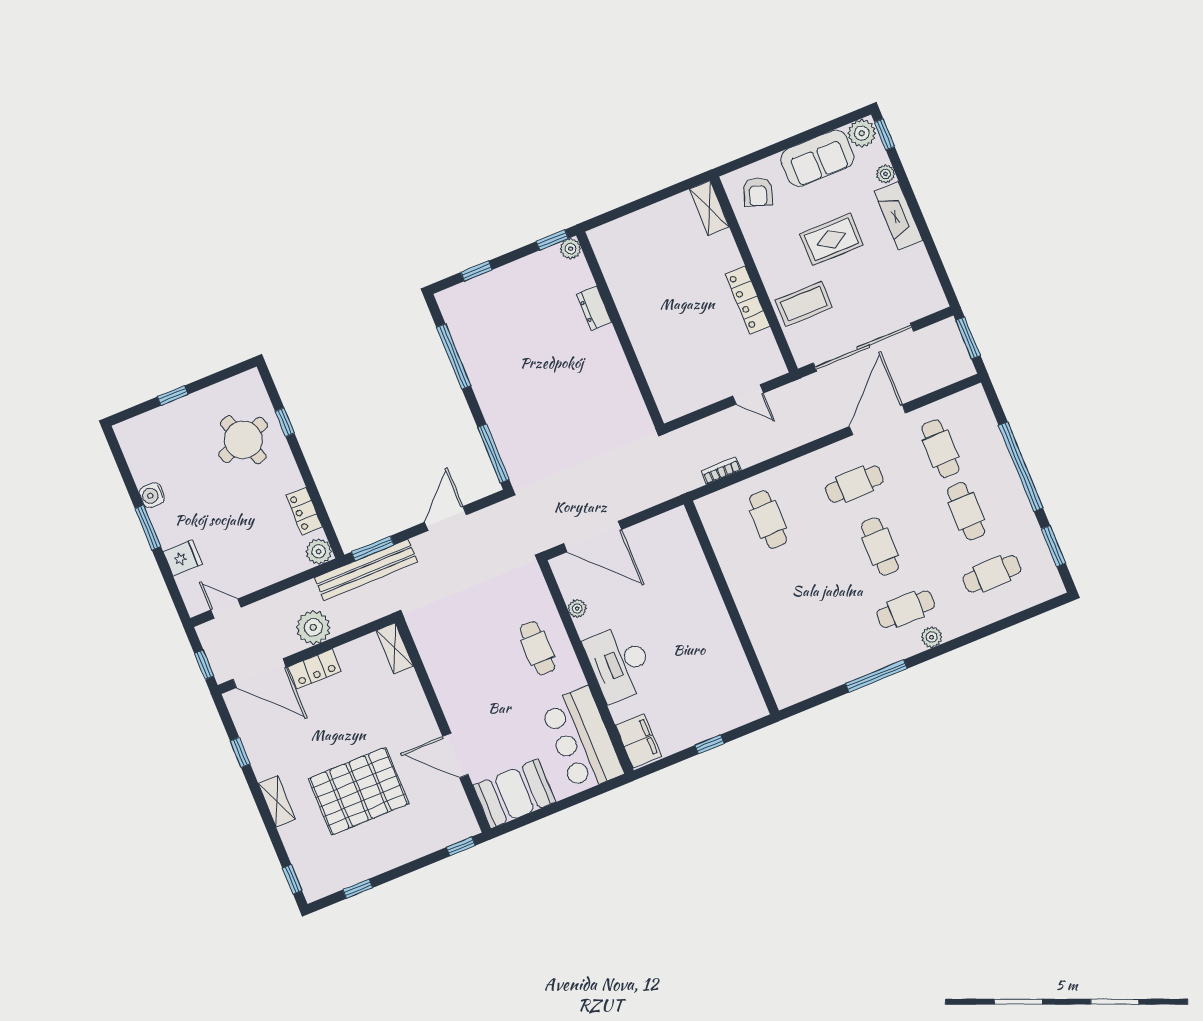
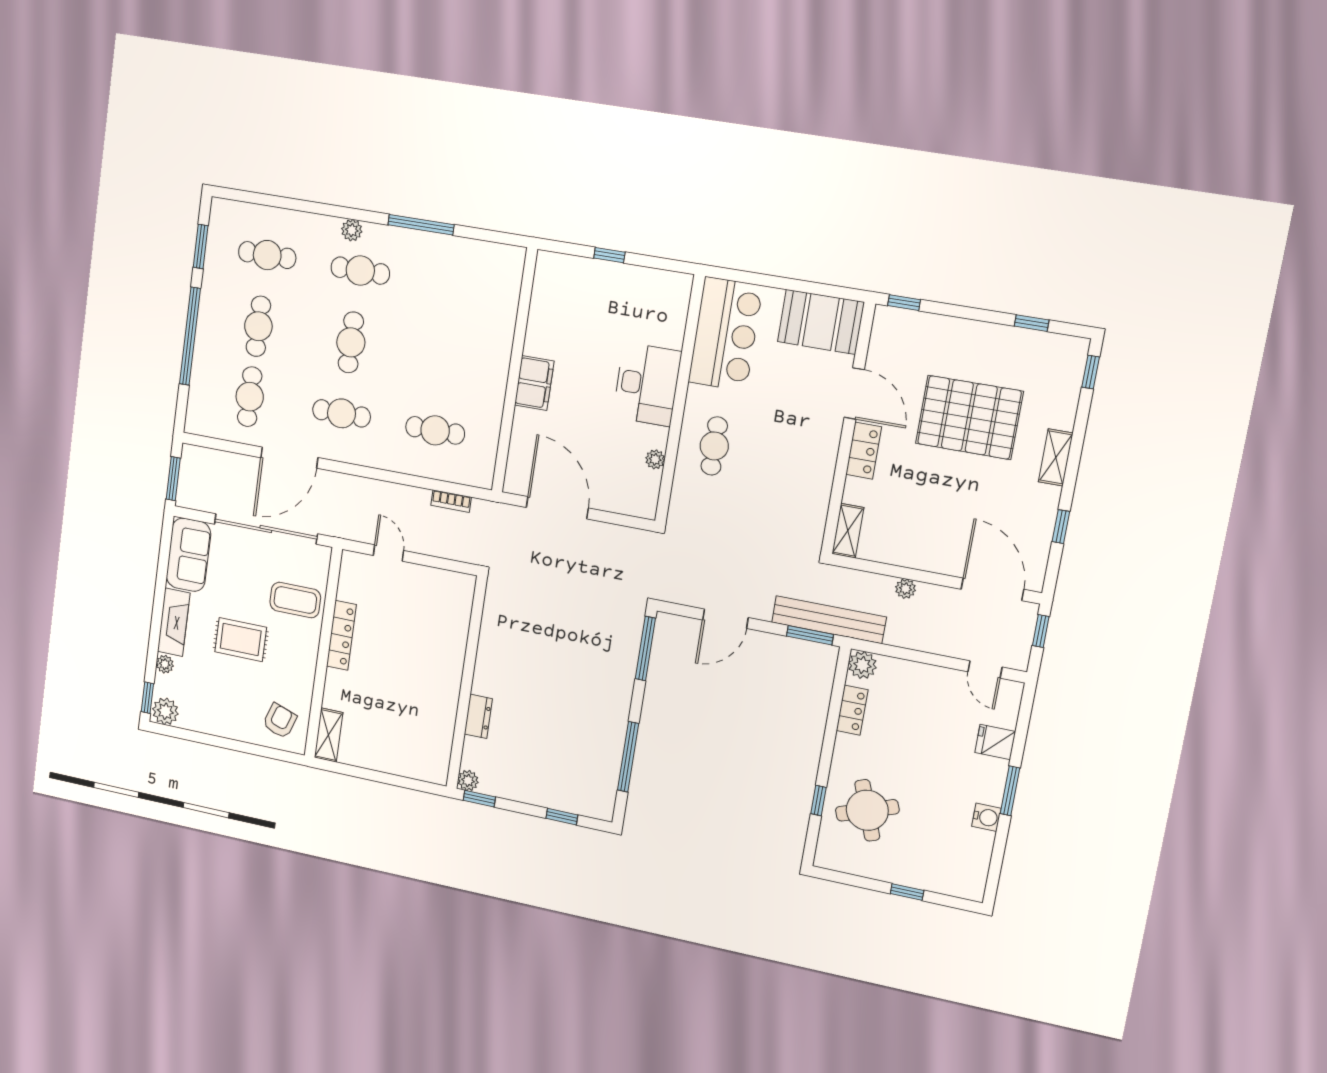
sofa: (817, 158) -> (188, 555), moved, turned 90
cafe table: (768, 519) -> (435, 430), turned 90
door: (593, 537) -> (557, 508), moved
plant: (313, 627) -> (906, 589), width x0.53, depth x0.53
locker: (315, 669) -> (864, 451), moved, turned 90
filing cabinet: (638, 741) -> (534, 383), moved, turned 180

